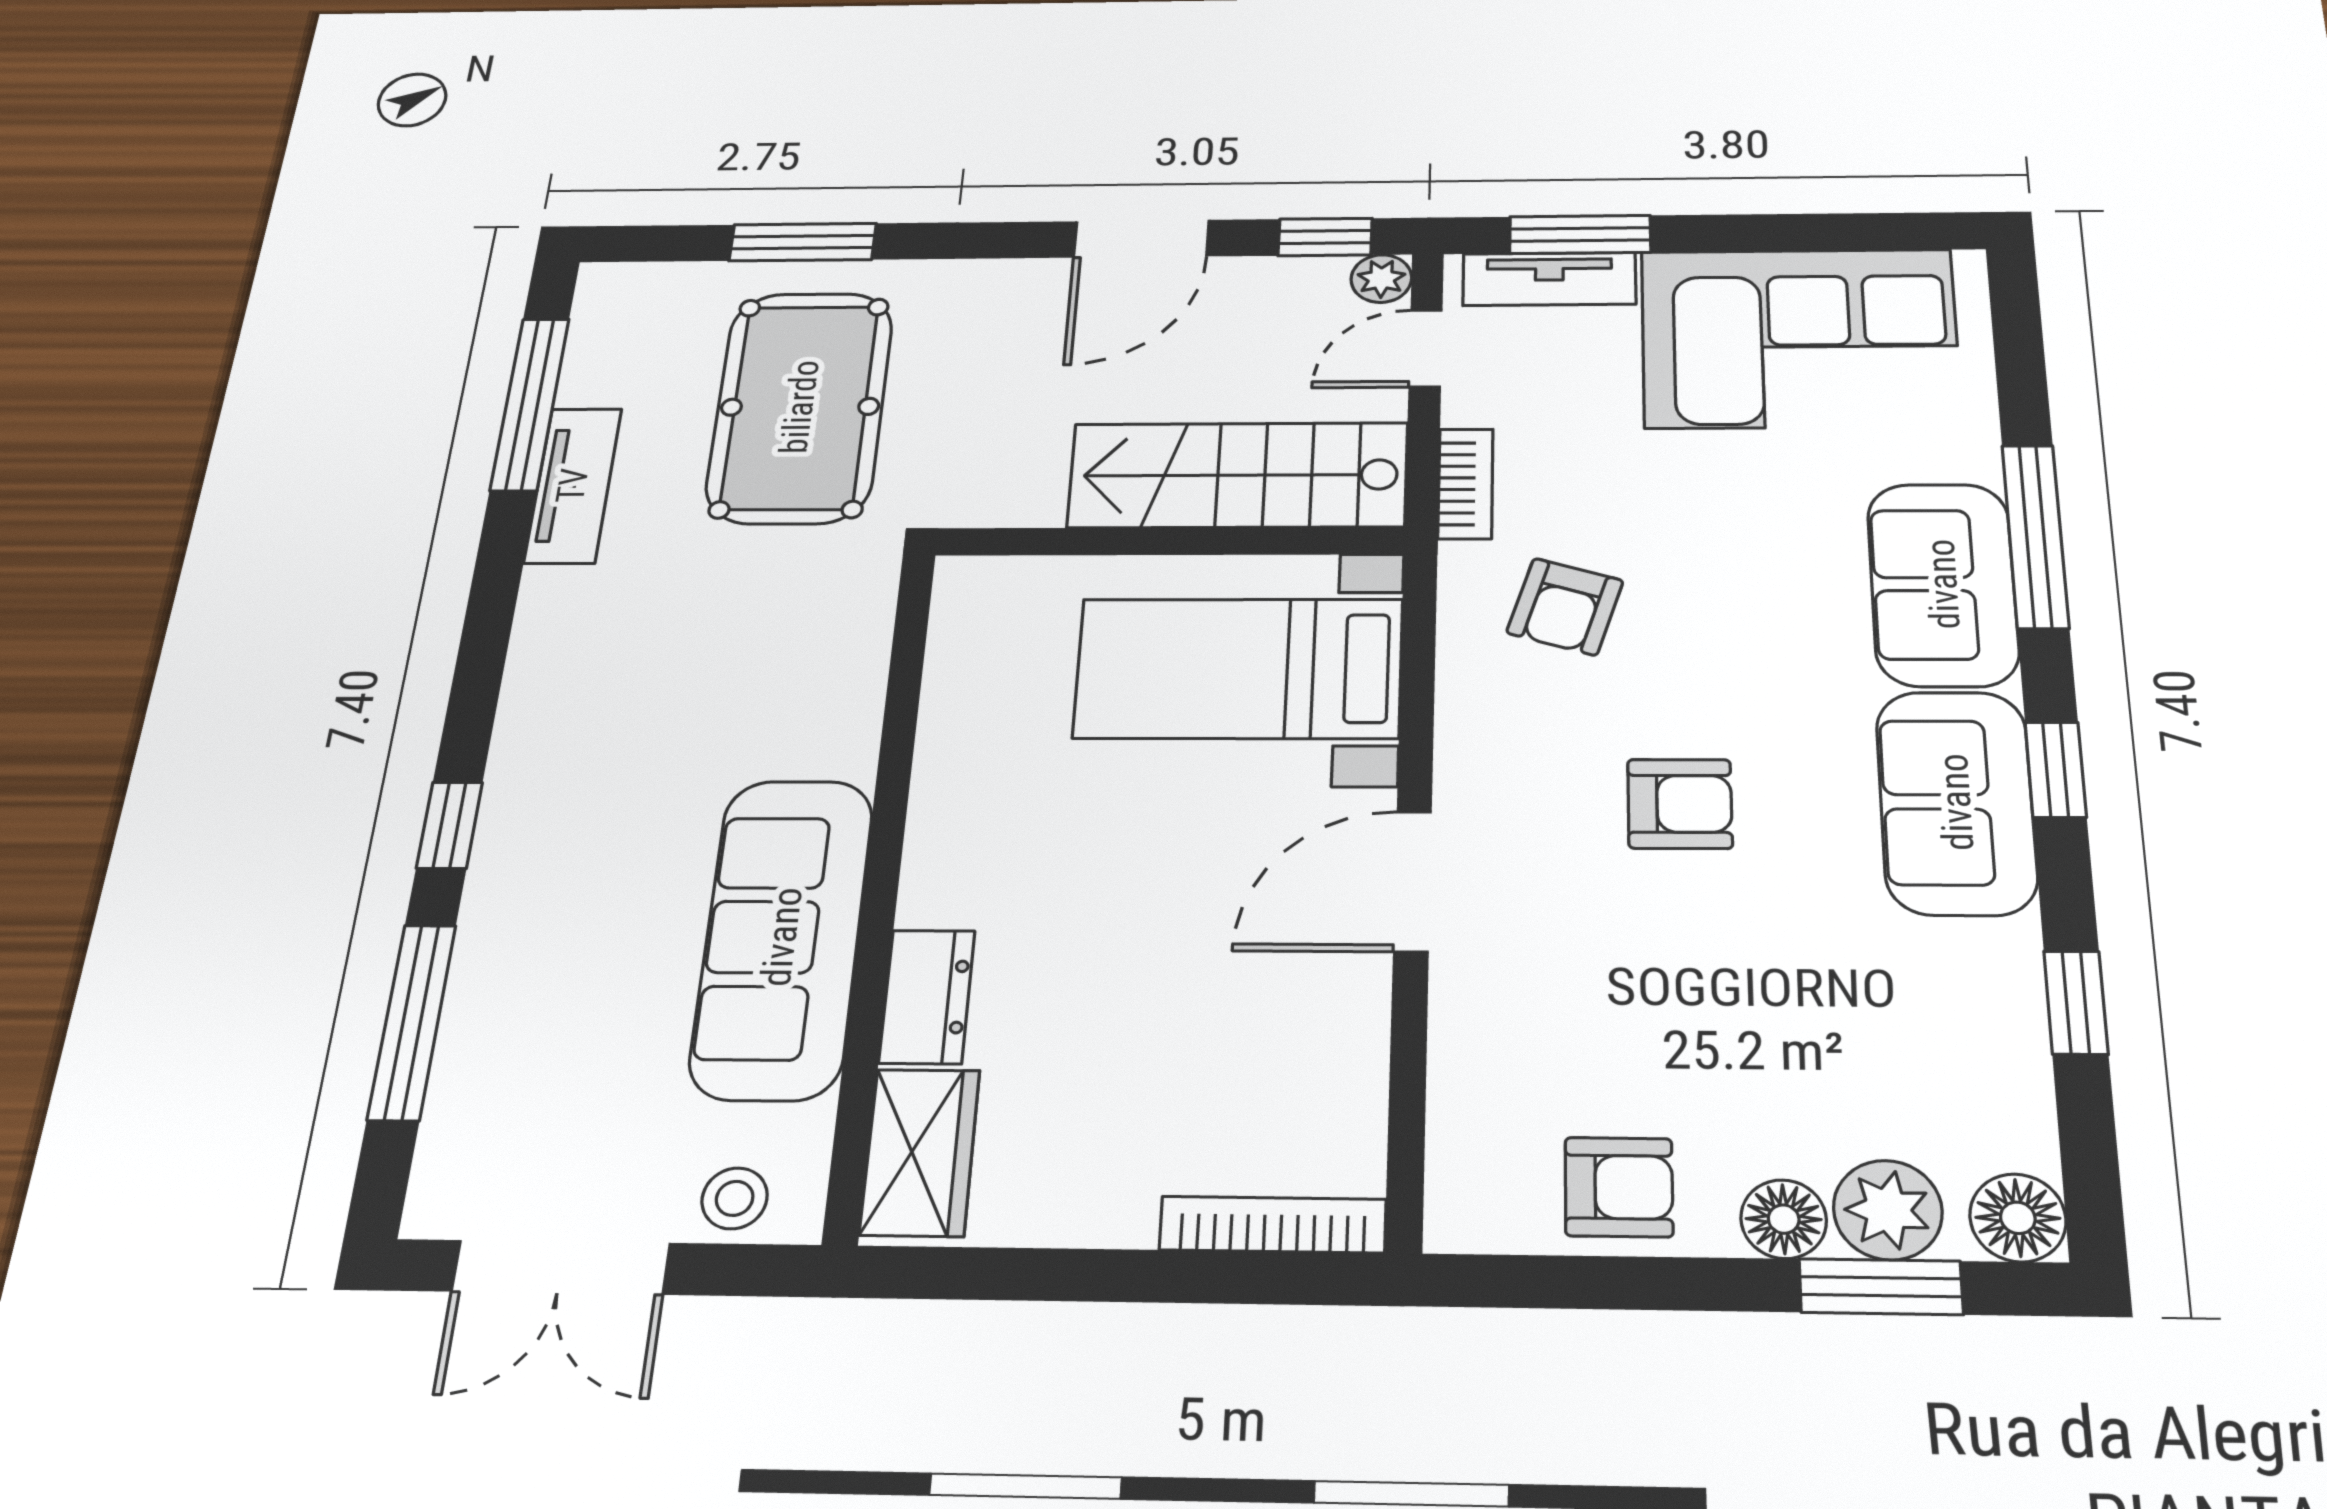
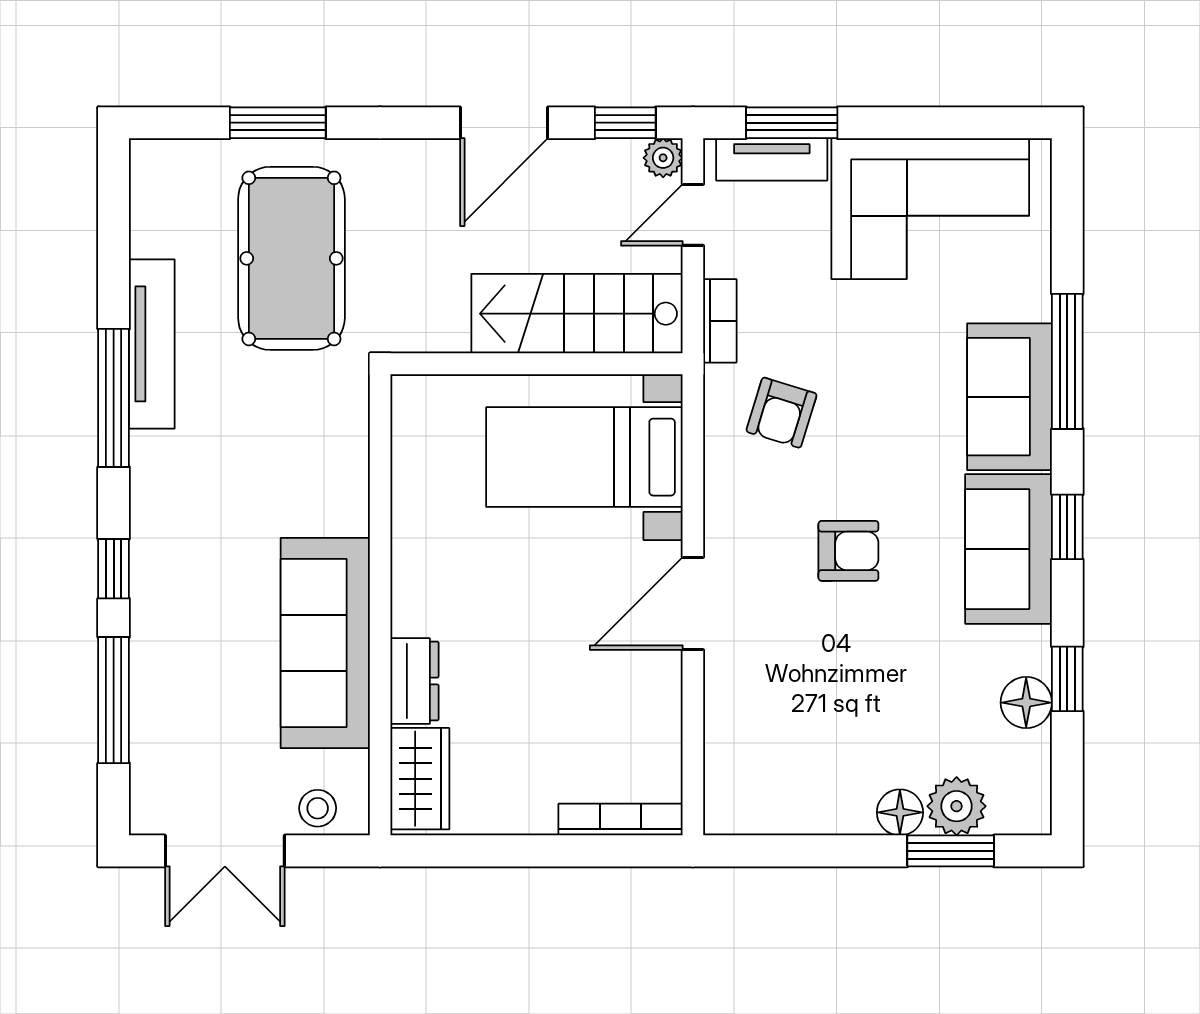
window: (530, 404) -> (114, 398), moved
tv unit: (573, 485) -> (152, 344), width x1.41
armchair: (1619, 1187) -> (811, 795), removed
floor lamp: (2018, 1218) -> (1026, 703), moved

